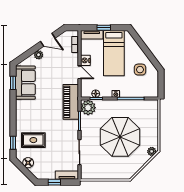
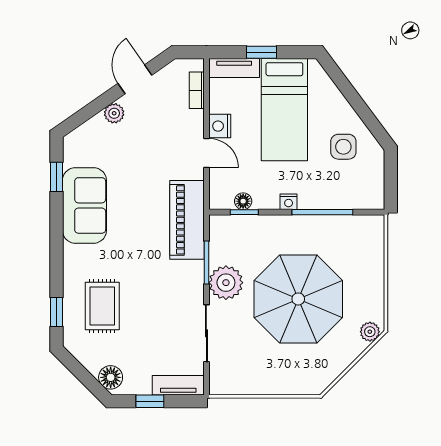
door: (48, 40) -> (135, 79), swing flipped
sofa: (25, 83) -> (84, 205), moved
plant: (88, 108) -> (226, 283), moved
rug: (33, 140) -> (102, 306), turned 90
floor lamp: (28, 163) -> (111, 377), moved

